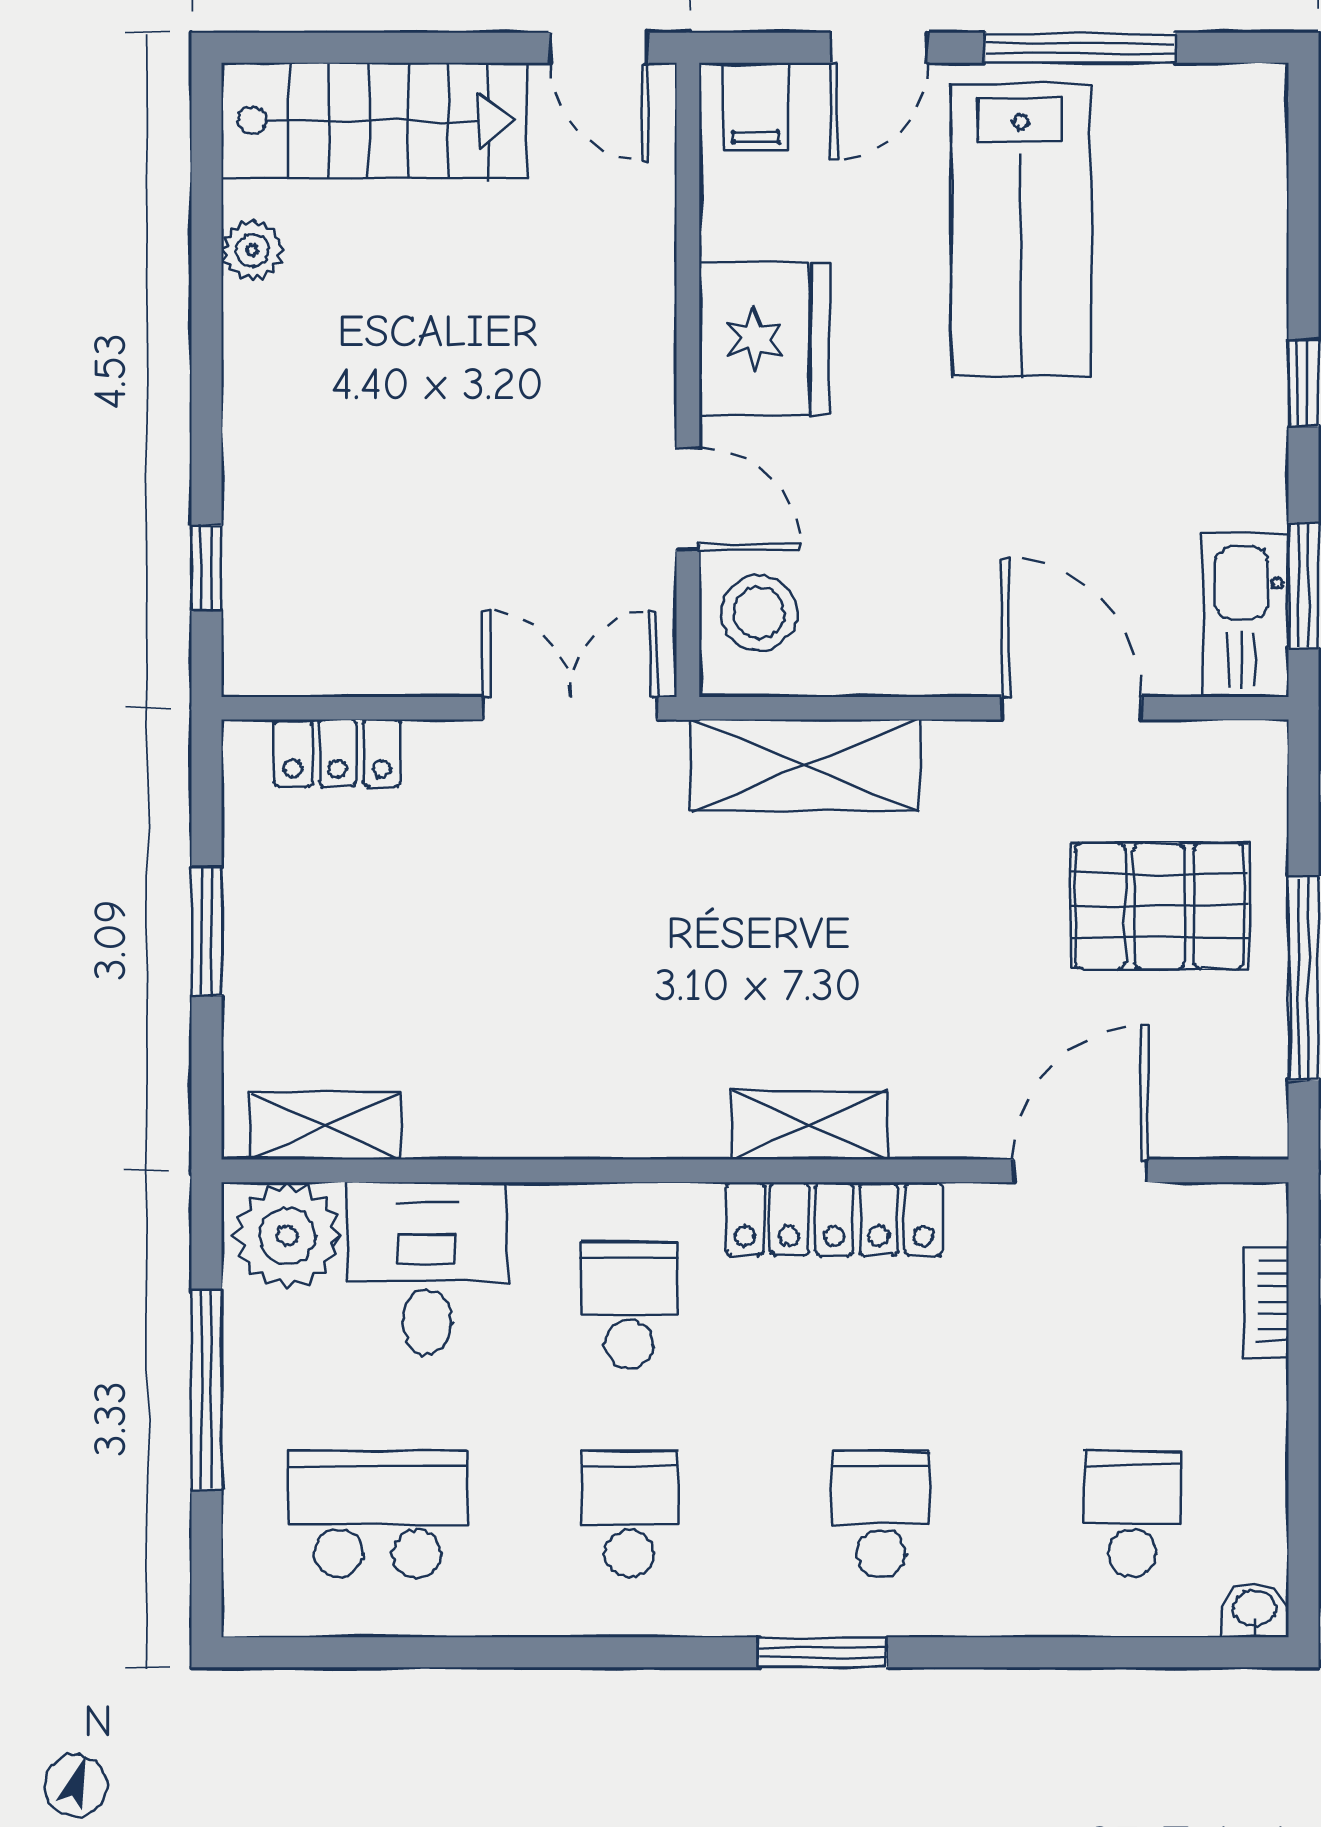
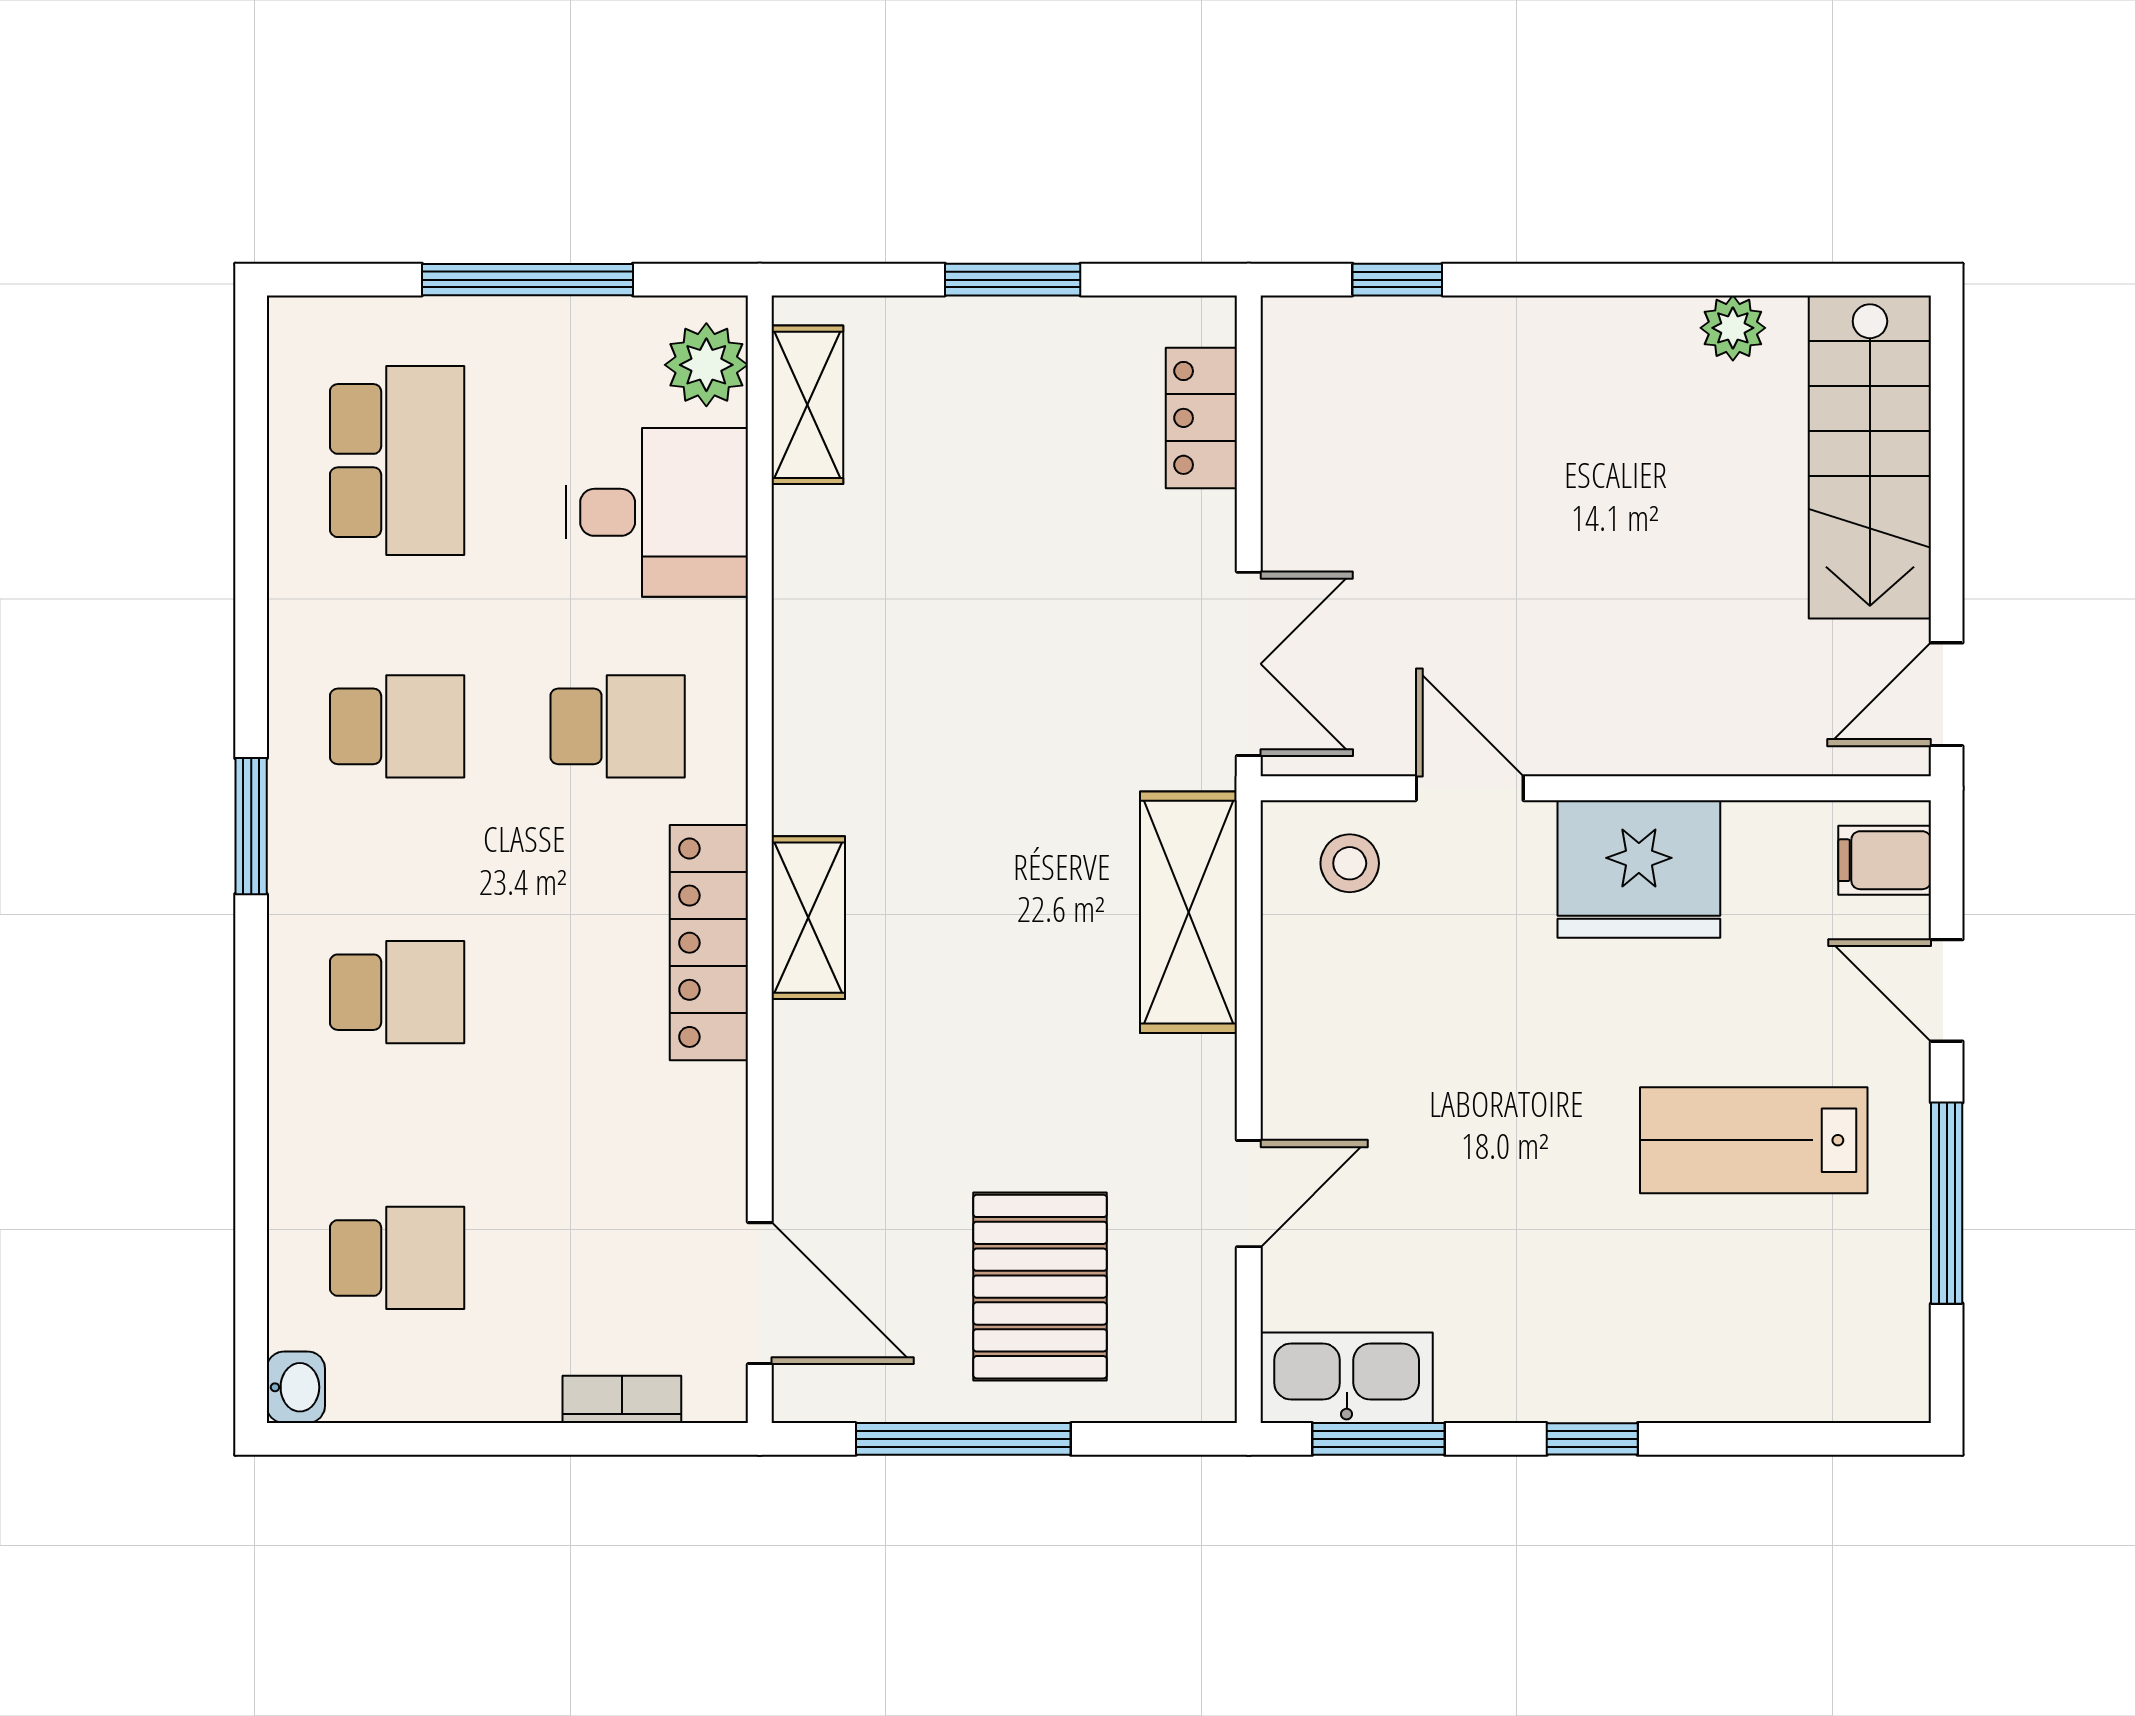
lab bench: (1021, 230) -> (1754, 1140), width x0.73, depth x0.72
door: (688, 499) -> (1470, 788), swing flipped
stool: (759, 613) -> (1350, 863), width x0.73, depth x0.73
door: (1071, 708) -> (1249, 1194), width x0.73
door: (1080, 1171) -> (760, 1293), moved
plant: (287, 1236) -> (706, 365), width x0.73, depth x0.73
window: (823, 1652) -> (251, 826), moved

